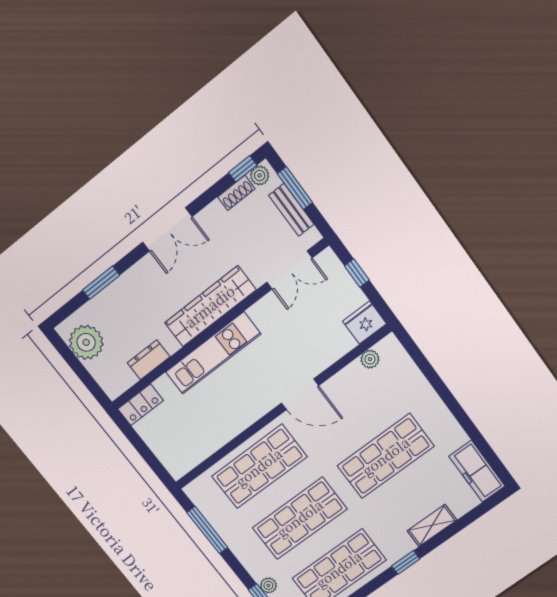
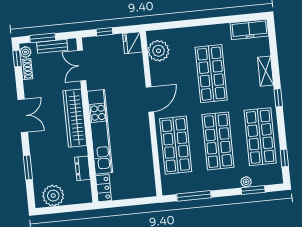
double door: (289, 270) -> (82, 66), swing flipped
kitchen unit: (213, 353) -> (100, 132), width x1.36
plant: (370, 359) -> (158, 51), width x1.87, depth x1.87

